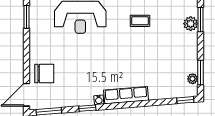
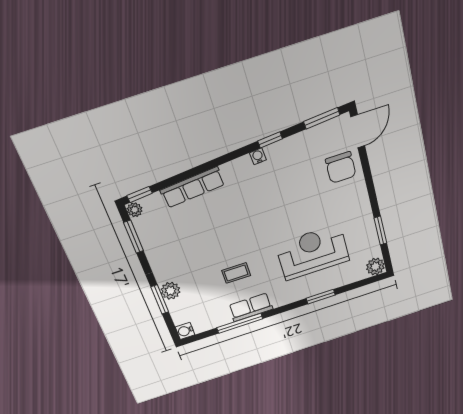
chair: (44, 74) -> (341, 168), turned -90
plant: (193, 79) -> (135, 210), moved
row of seats: (126, 95) -> (193, 187), moved

